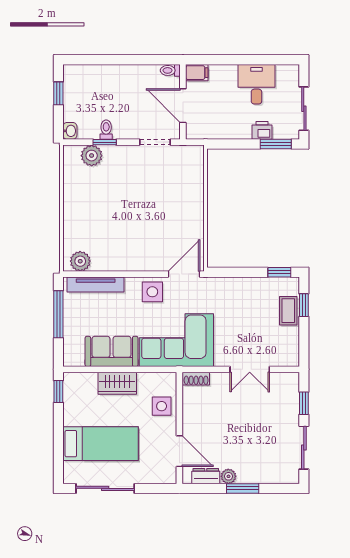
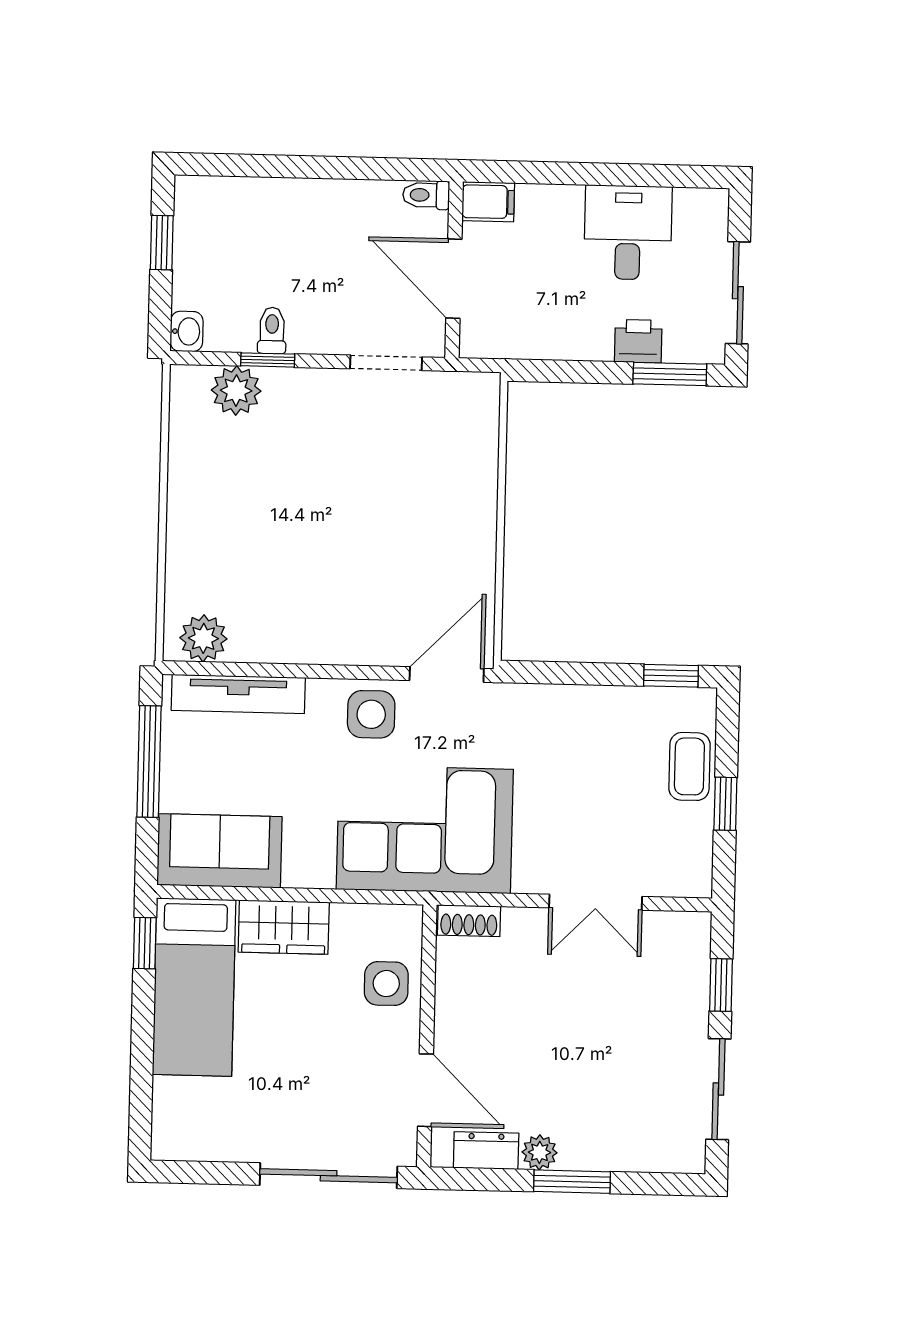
window: (304, 305) -> (725, 804), moved
sofa: (112, 351) -> (219, 851), moved
bed: (101, 444) -> (194, 987), moved, turned 90
sliding door: (105, 488) -> (329, 1176), moved

